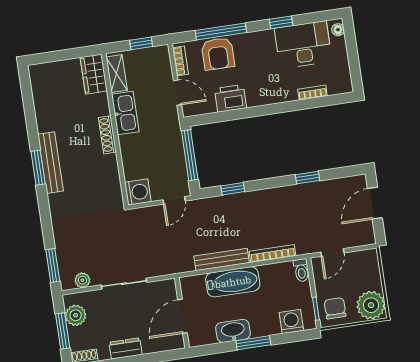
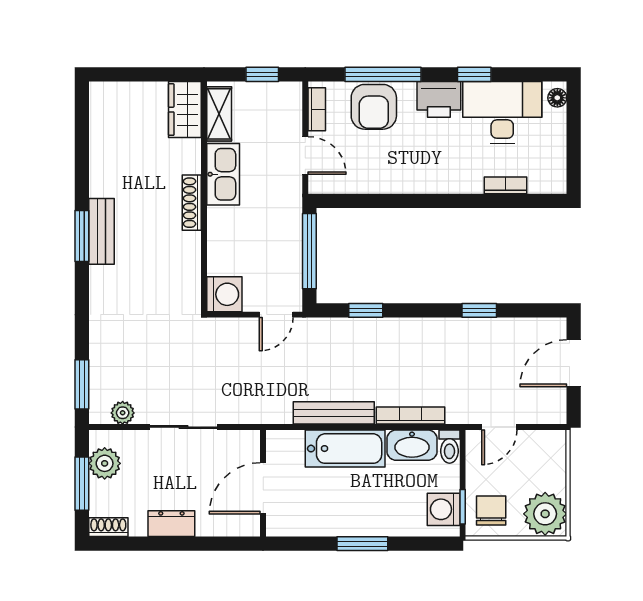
printer: (231, 98) -> (439, 99), moved, turned 180
bench: (51, 163) -> (101, 231), width x0.73
washing machine: (291, 322) -> (444, 509), moved, turned -90
washbasin: (233, 331) -> (412, 445), moved, turned 180

